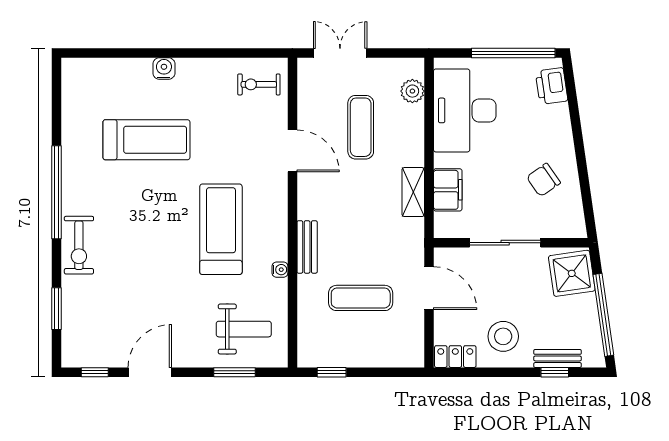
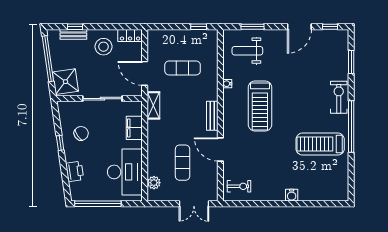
printer: (552, 86) -> (75, 171), moved
treadmill: (146, 140) -> (320, 144), moved
window: (581, 163) -> (60, 143), added
shelving: (413, 192) -> (153, 105), moved
bench: (307, 247) -> (212, 116), moved

